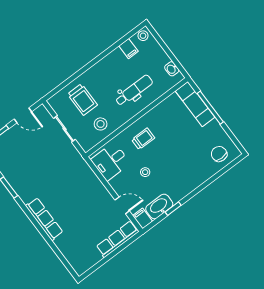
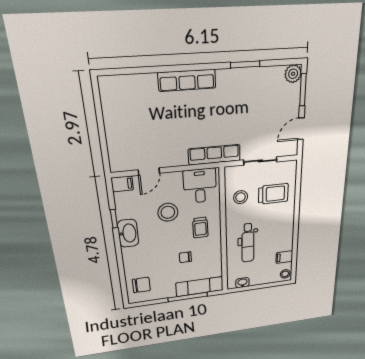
trolley: (82, 100) -> (273, 194), turned 180
chair: (175, 134) -> (185, 257), added
stool: (145, 172) -> (168, 212), width x1.89, depth x1.89
washbasin: (159, 206) -> (128, 233), moved
row of seats: (117, 239) -> (214, 155), moved, turned -90

